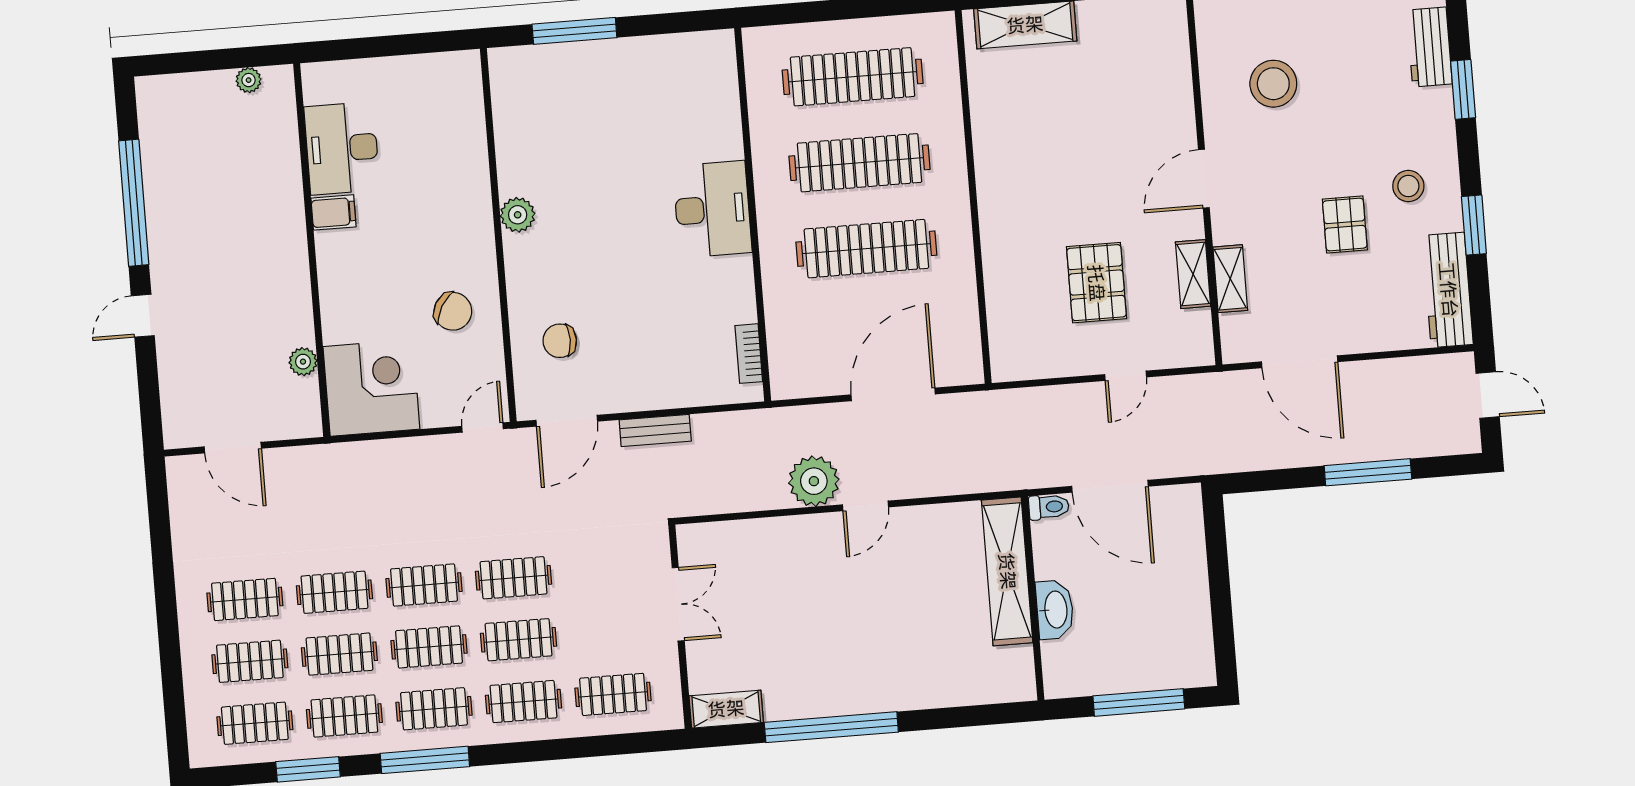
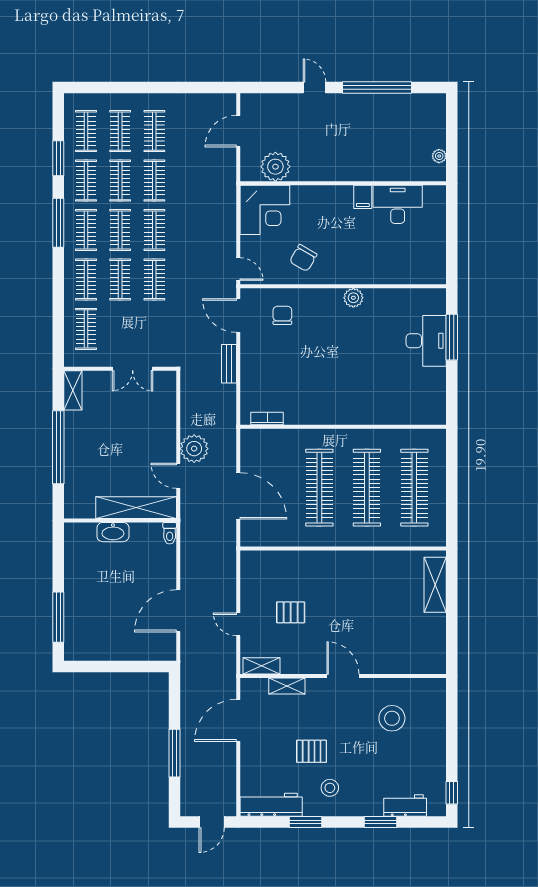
desk: (712, 209) -> (426, 341), moved, turned -90
shelving: (1193, 274) -> (262, 666), moved
pallet: (1096, 283) -> (291, 612), width x0.67, depth x0.71
plant: (303, 362) -> (275, 167), width x1.88, depth x1.88
toilet: (1049, 507) -> (170, 533), moved
shelving: (1007, 571) -> (136, 508), moved
wall: (1033, 598) -> (120, 520), moved
washbasin: (1055, 610) -> (113, 532), moved

